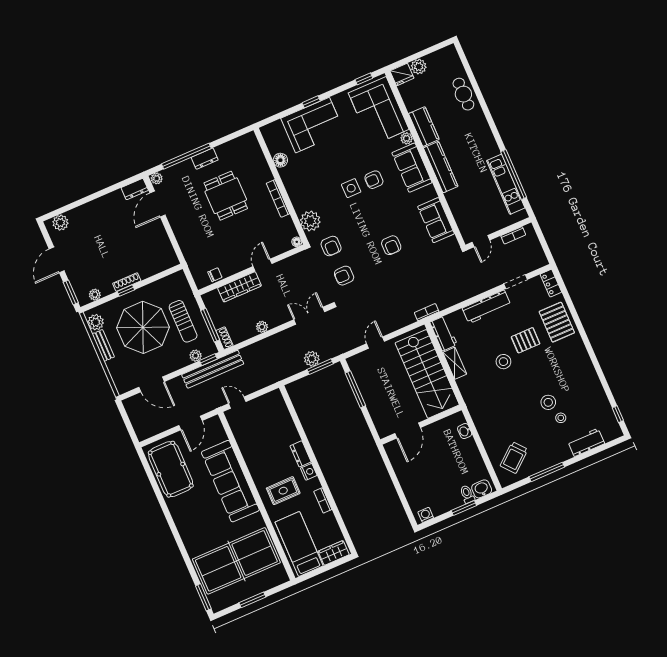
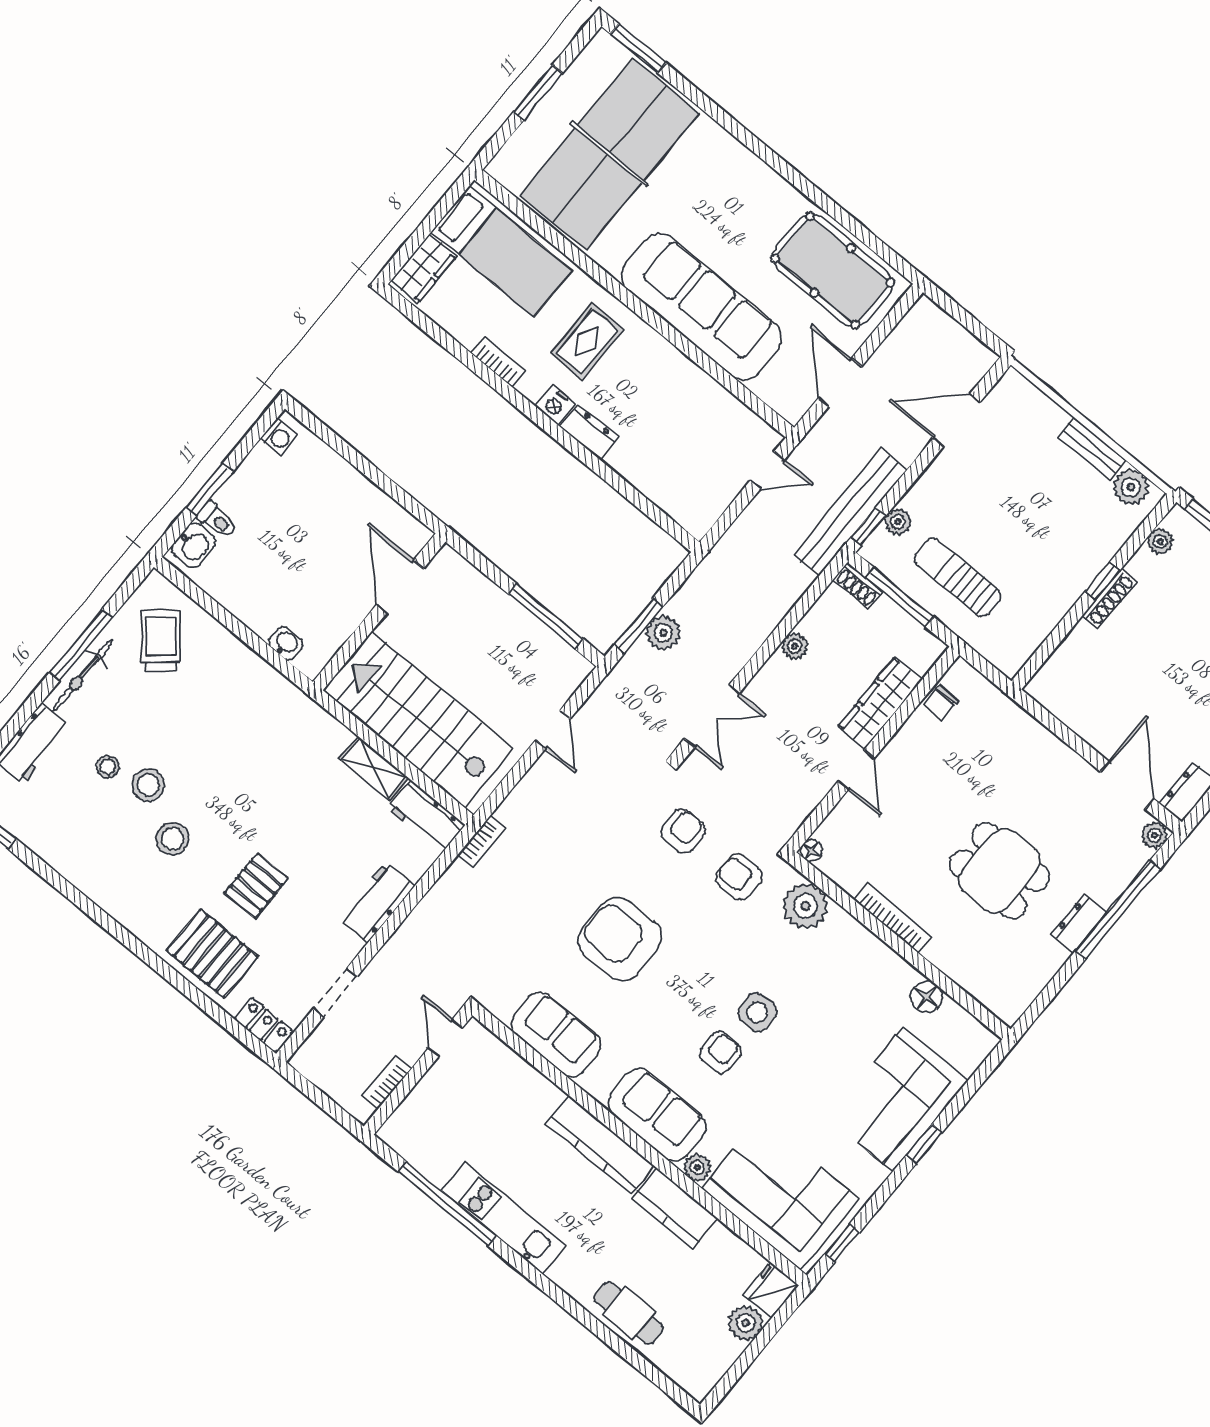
kitchen unit: (506, 184) -> (504, 1218), moved
armchair: (391, 245) -> (620, 939), width x1.88, depth x1.88
workbench: (487, 307) -> (377, 902), width x0.73
parasol: (143, 327) -> (1031, 525), removed
stool: (503, 362) -> (173, 839), moved
bicycle: (552, 459) -> (83, 675), added

